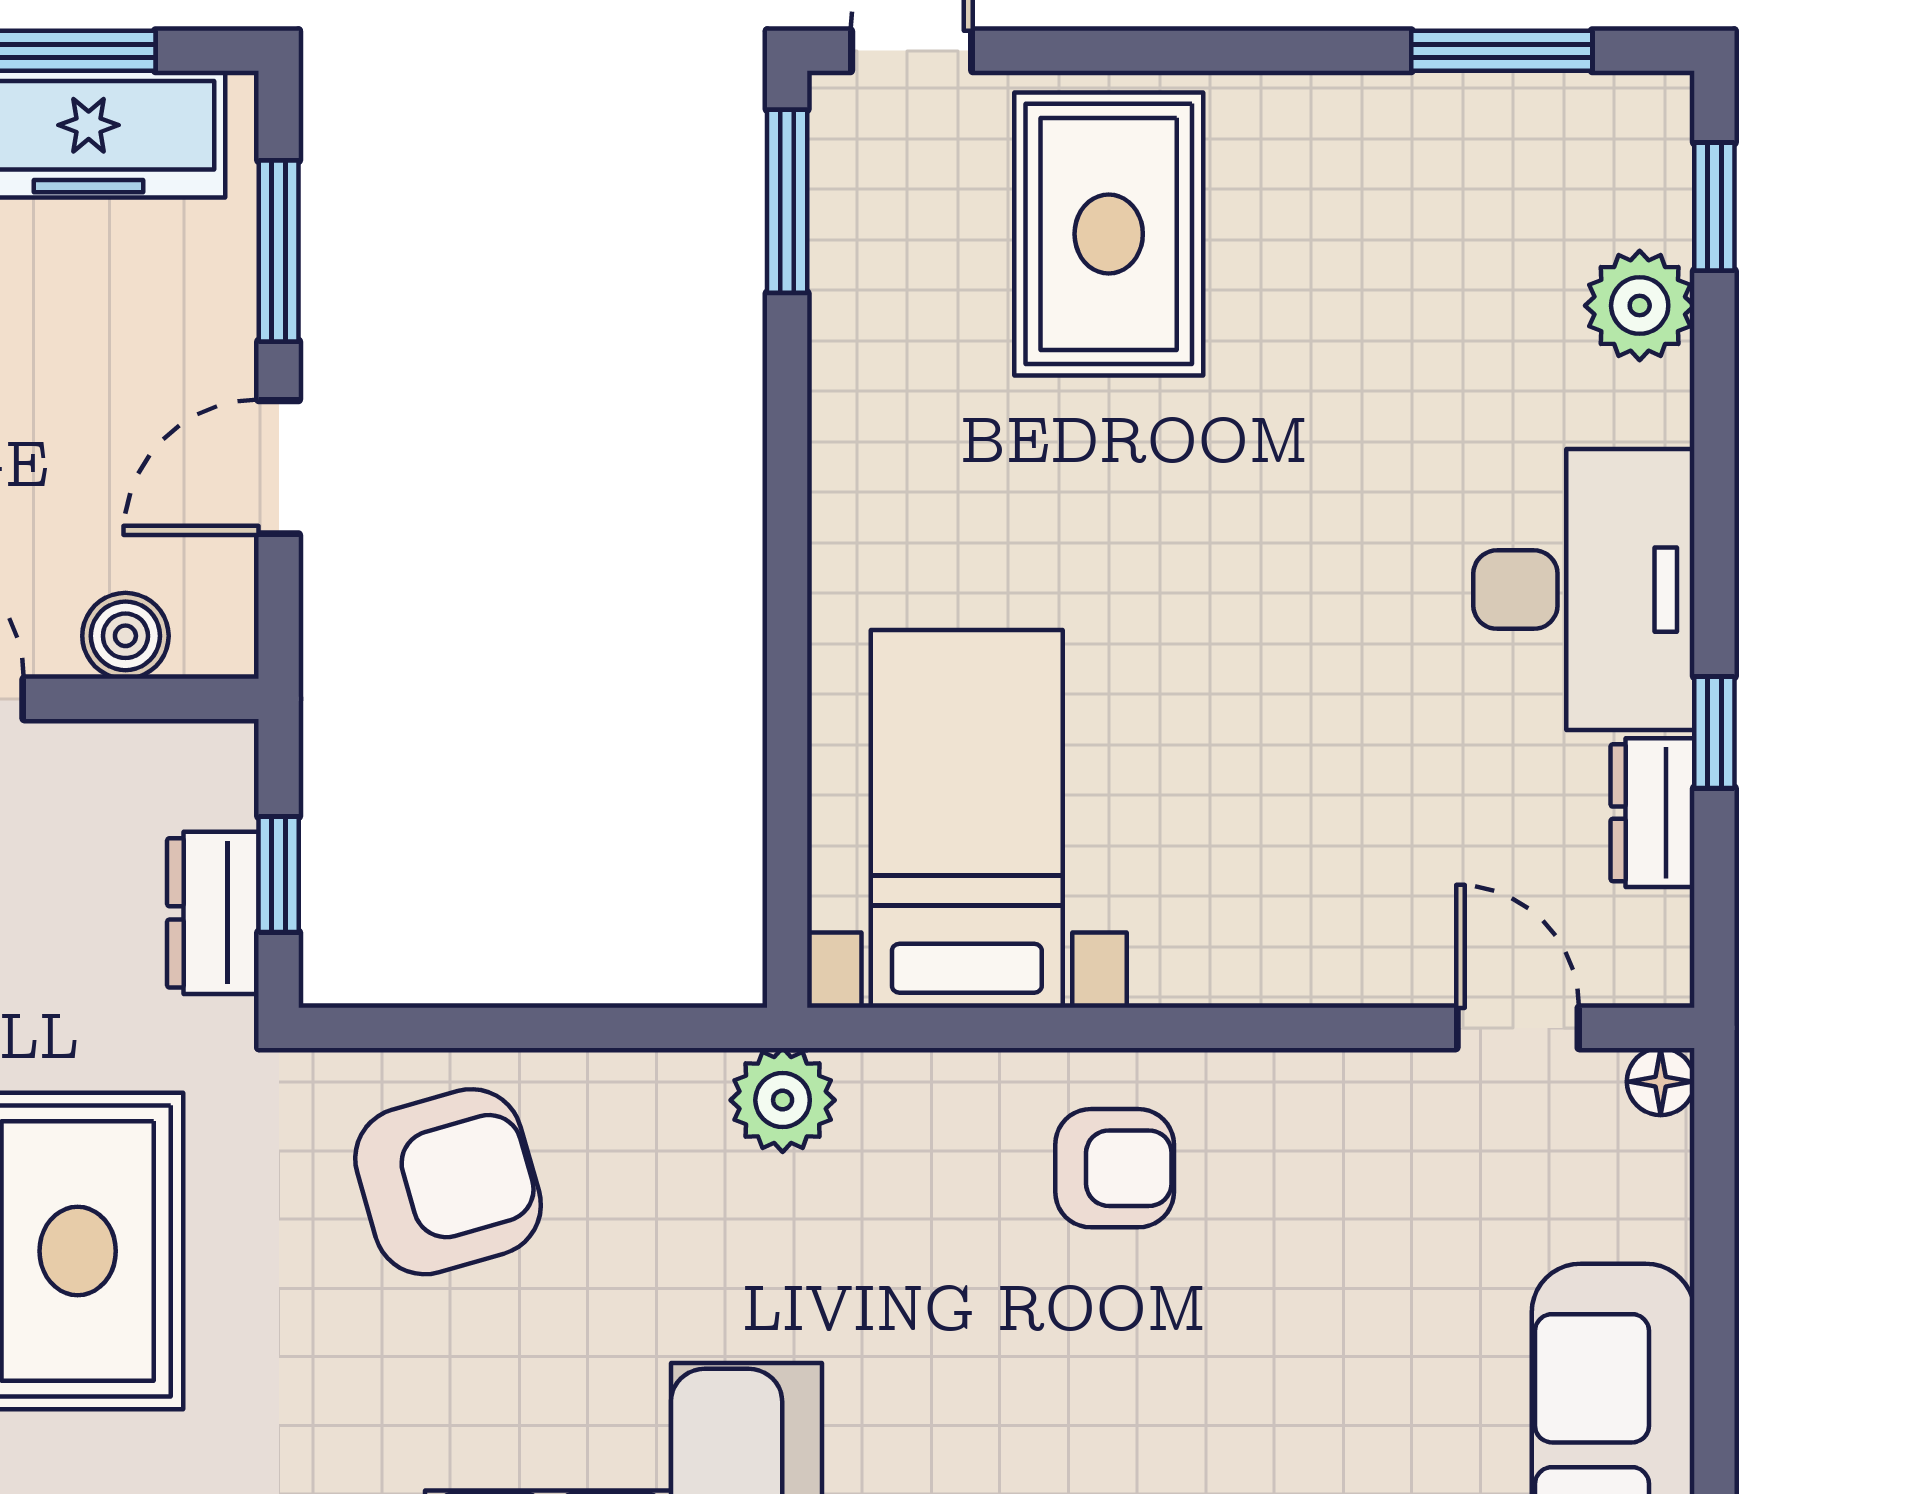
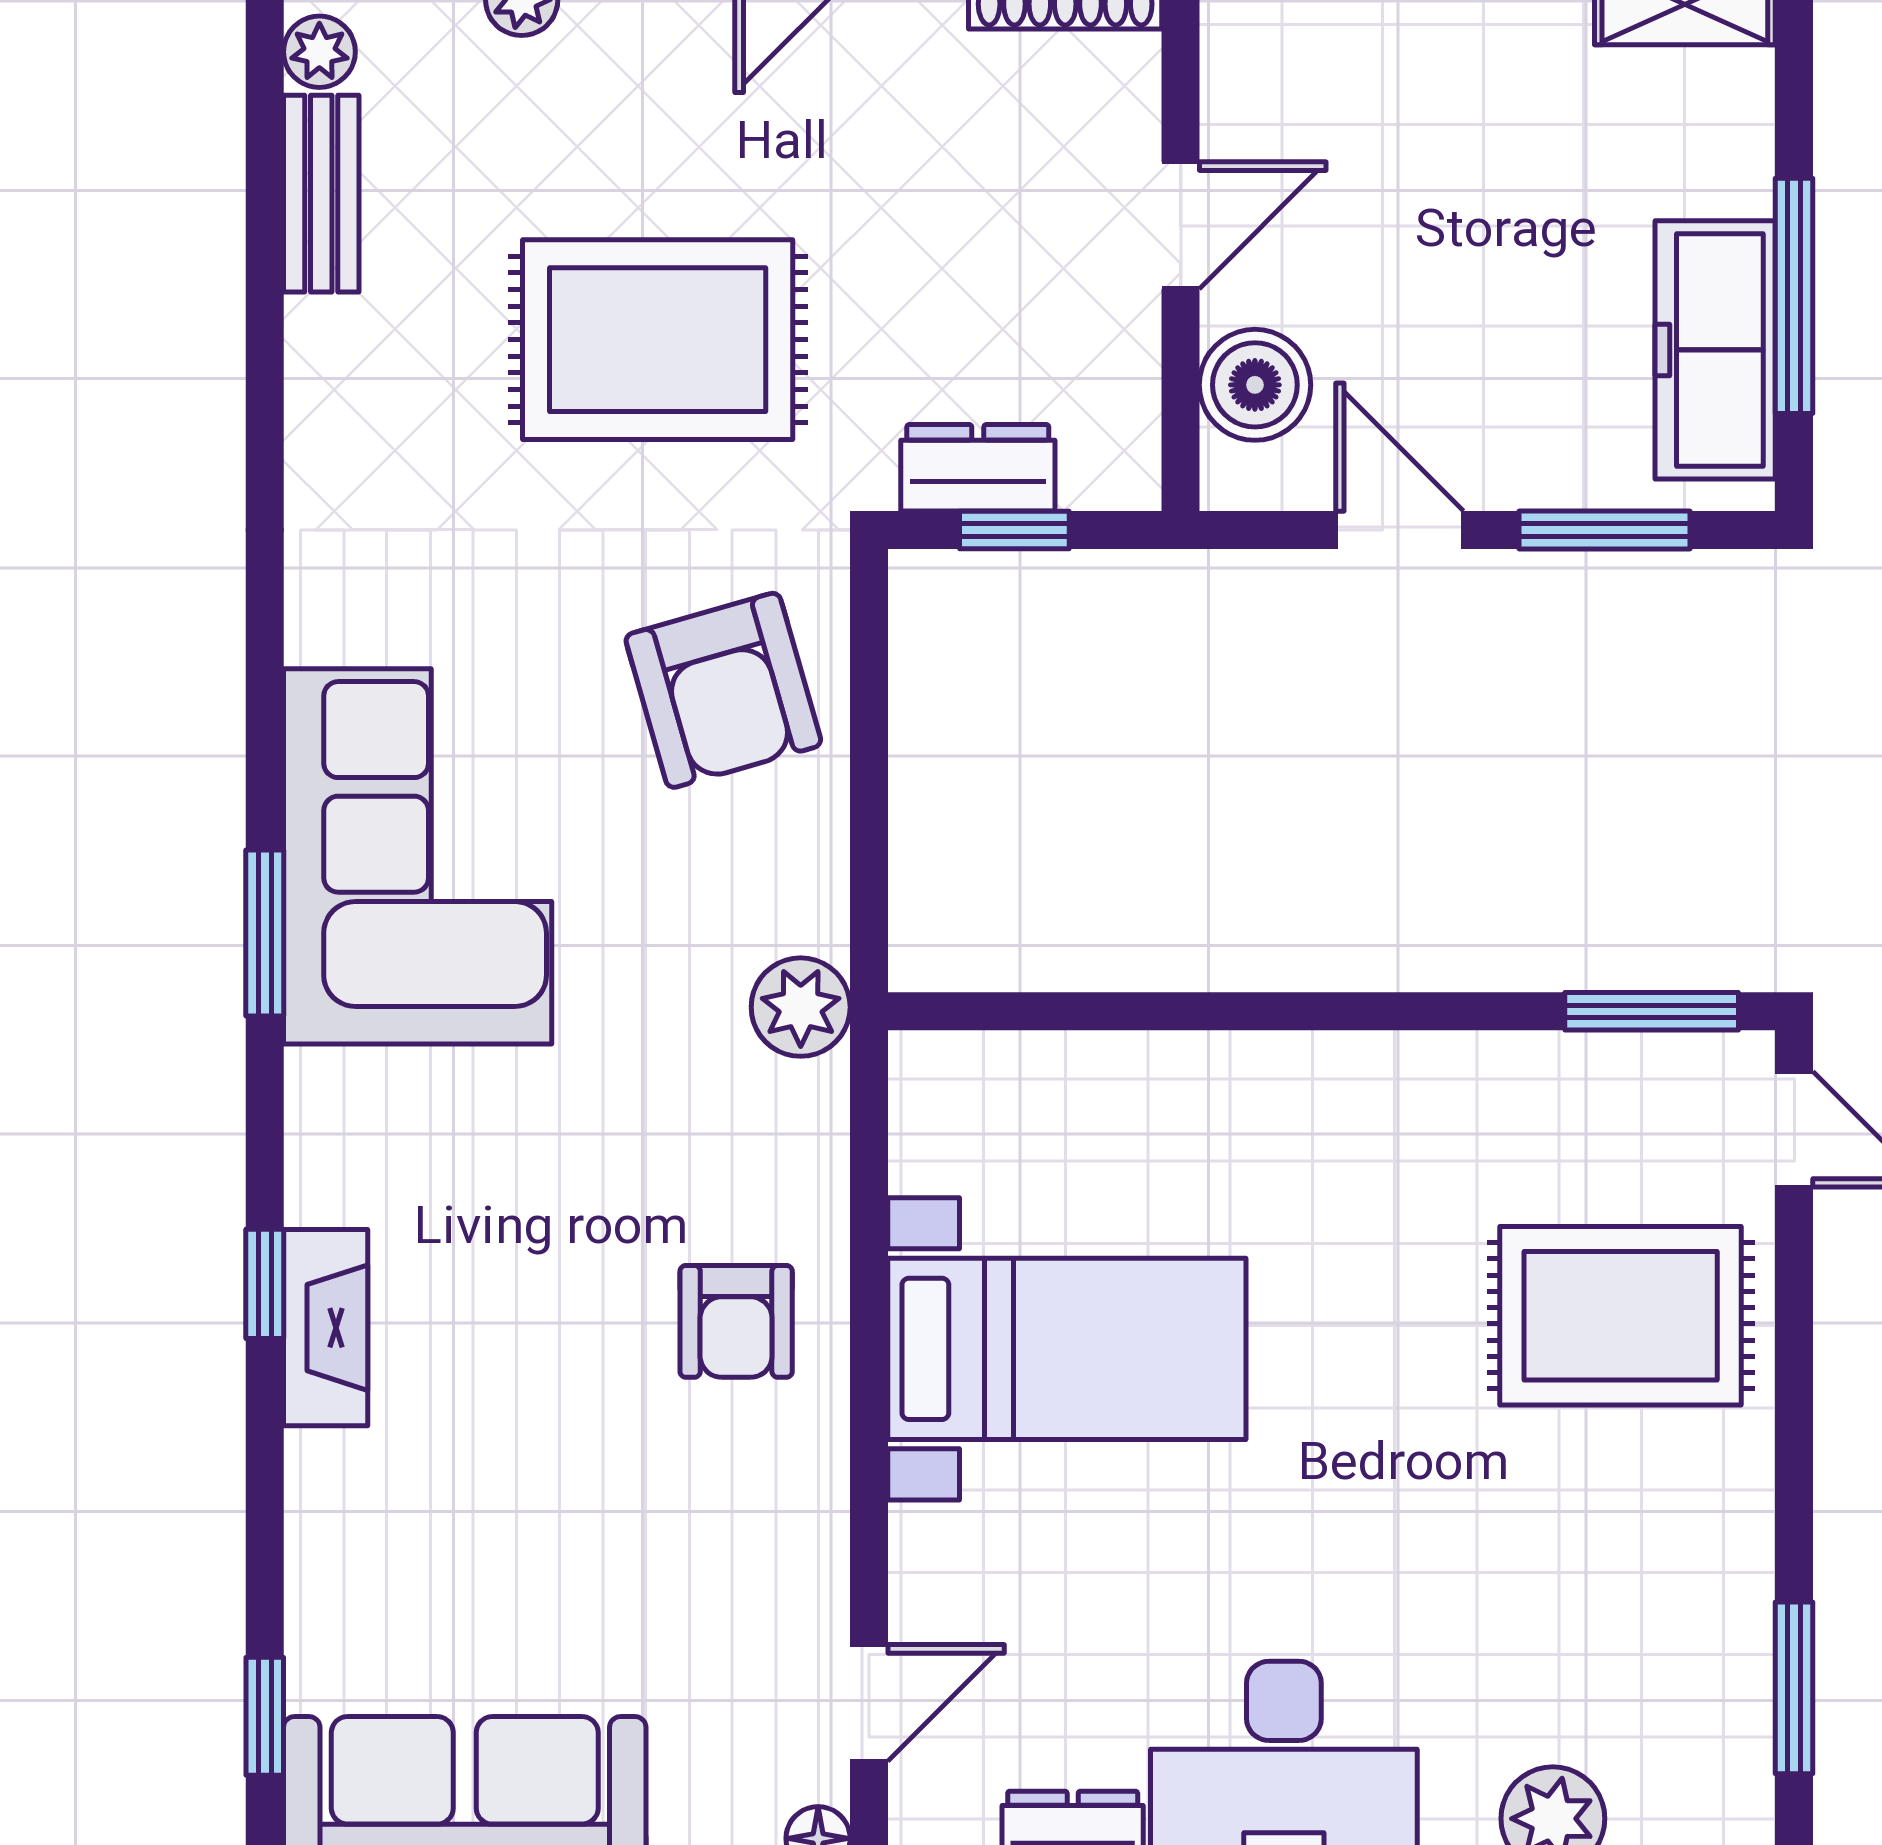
boiler: (125, 636) -> (1255, 385), width x1.36, depth x1.36
bed with nightstands: (967, 819) -> (1067, 1349), moved

